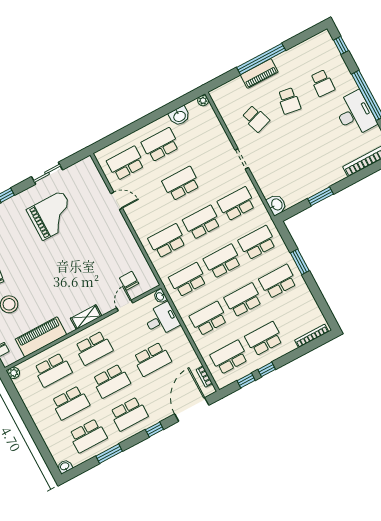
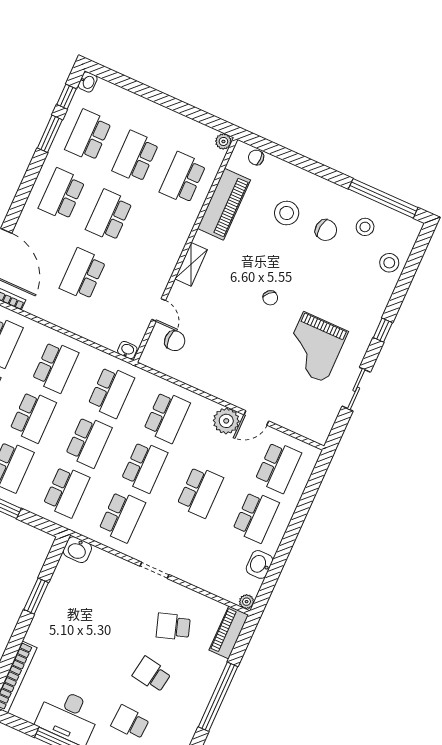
piano: (259, 73) -> (229, 632), moved
plant: (135, 212) -> (226, 421), added
chair: (56, 263) -> (270, 298), added
desk: (162, 320) -> (106, 326), removed
school desk: (94, 348) -> (156, 237), removed
window: (154, 429) -> (67, 97), moved

